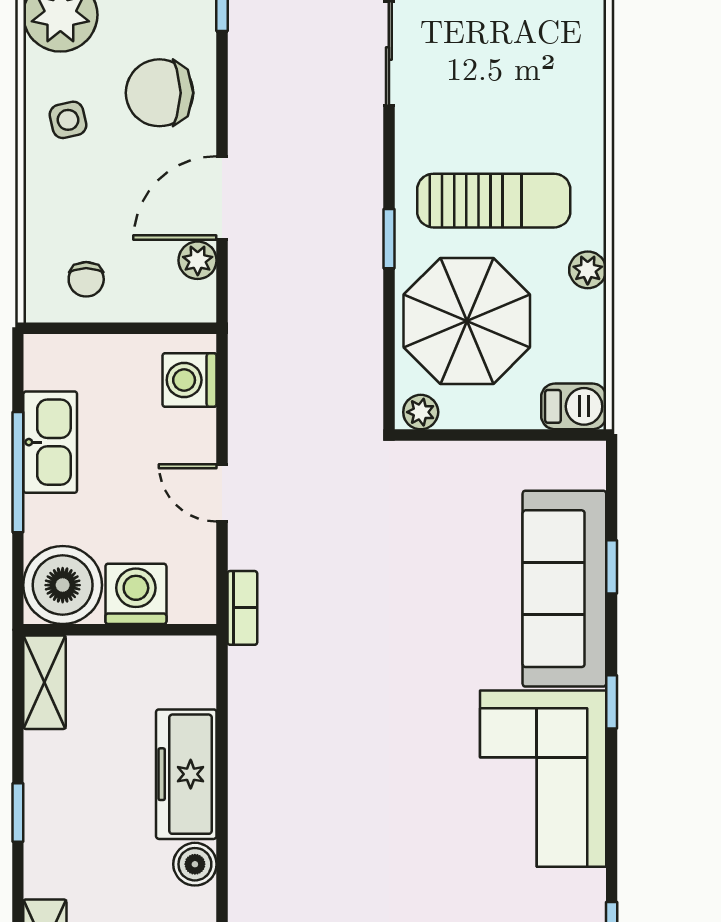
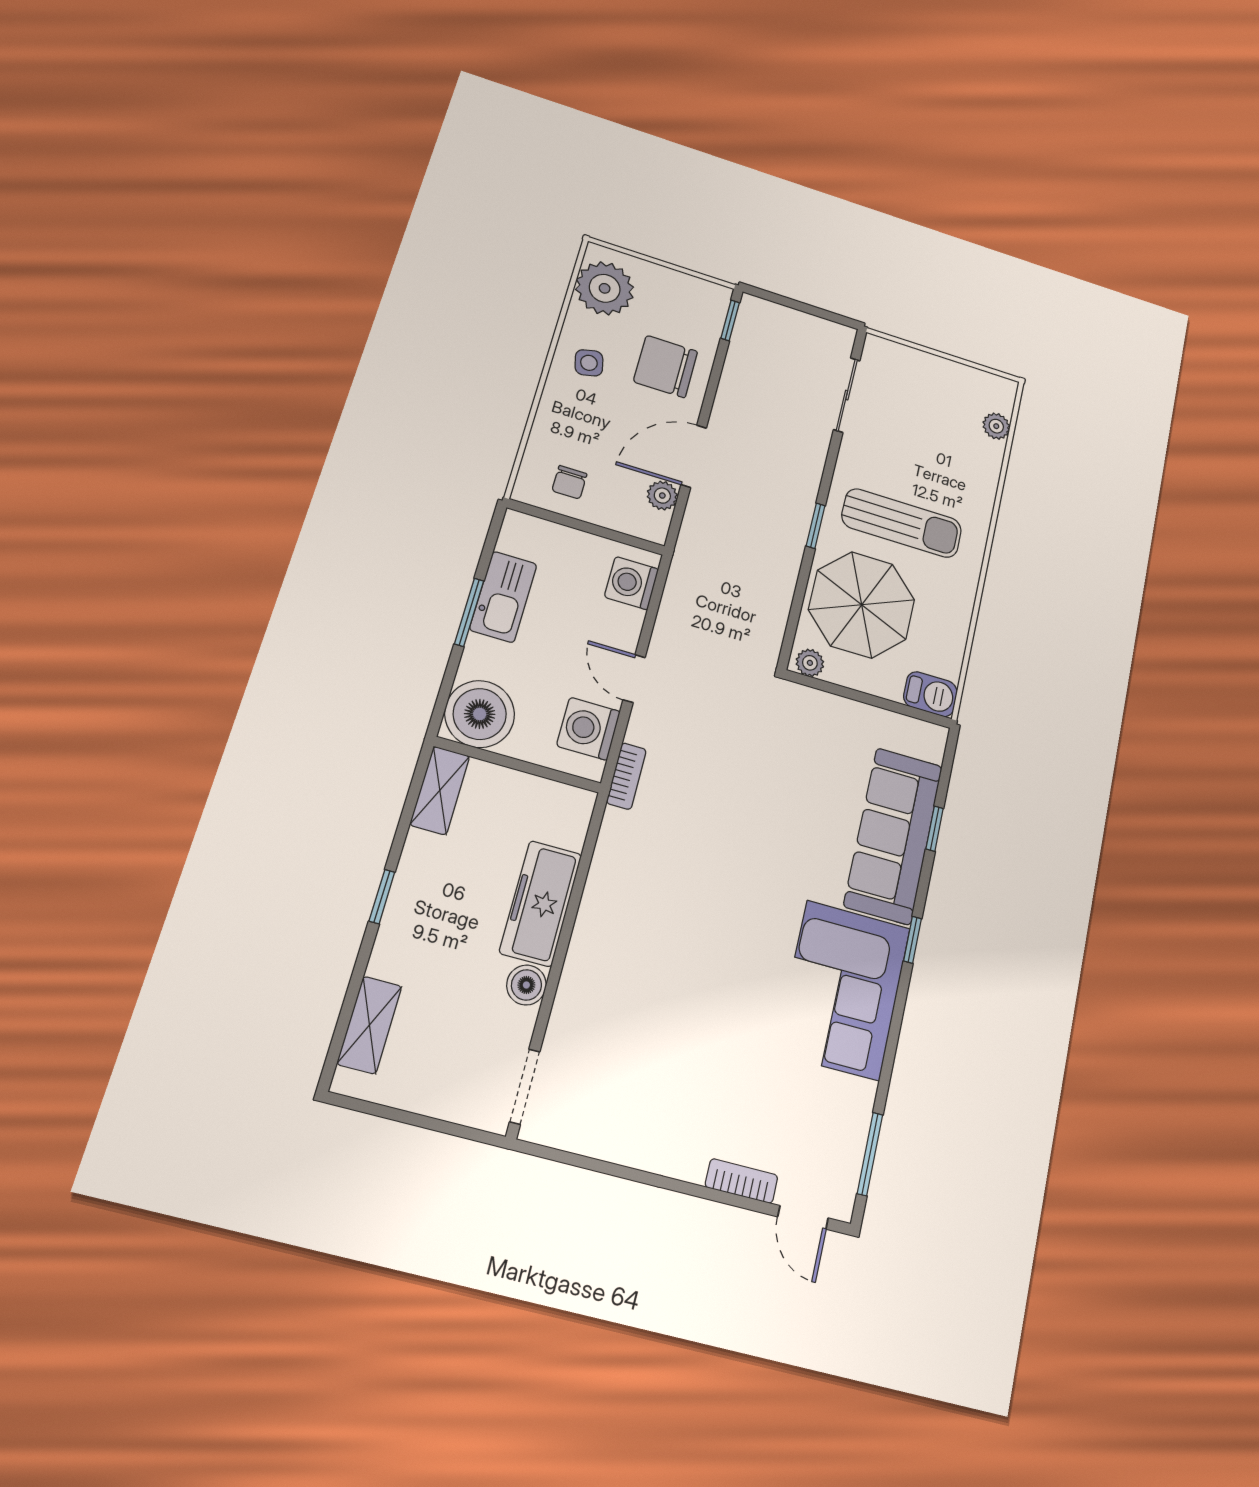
plant: (588, 270) -> (996, 426), moved
window: (18, 472) -> (469, 612), width x0.69
washing machine: (136, 594) -> (588, 729), moved, turned -90

